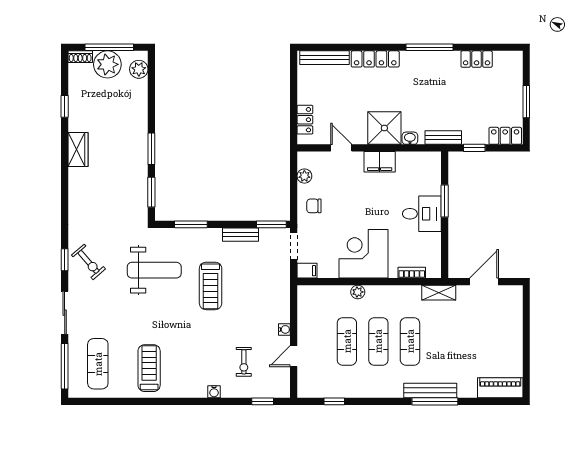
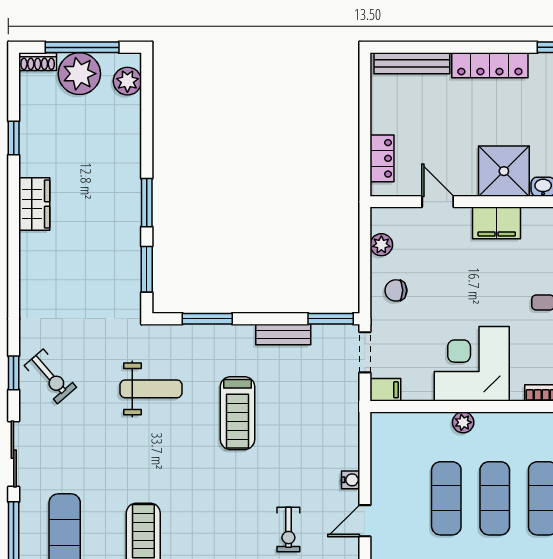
weight bench: (154, 270) -> (151, 389), width x0.73, depth x0.75

